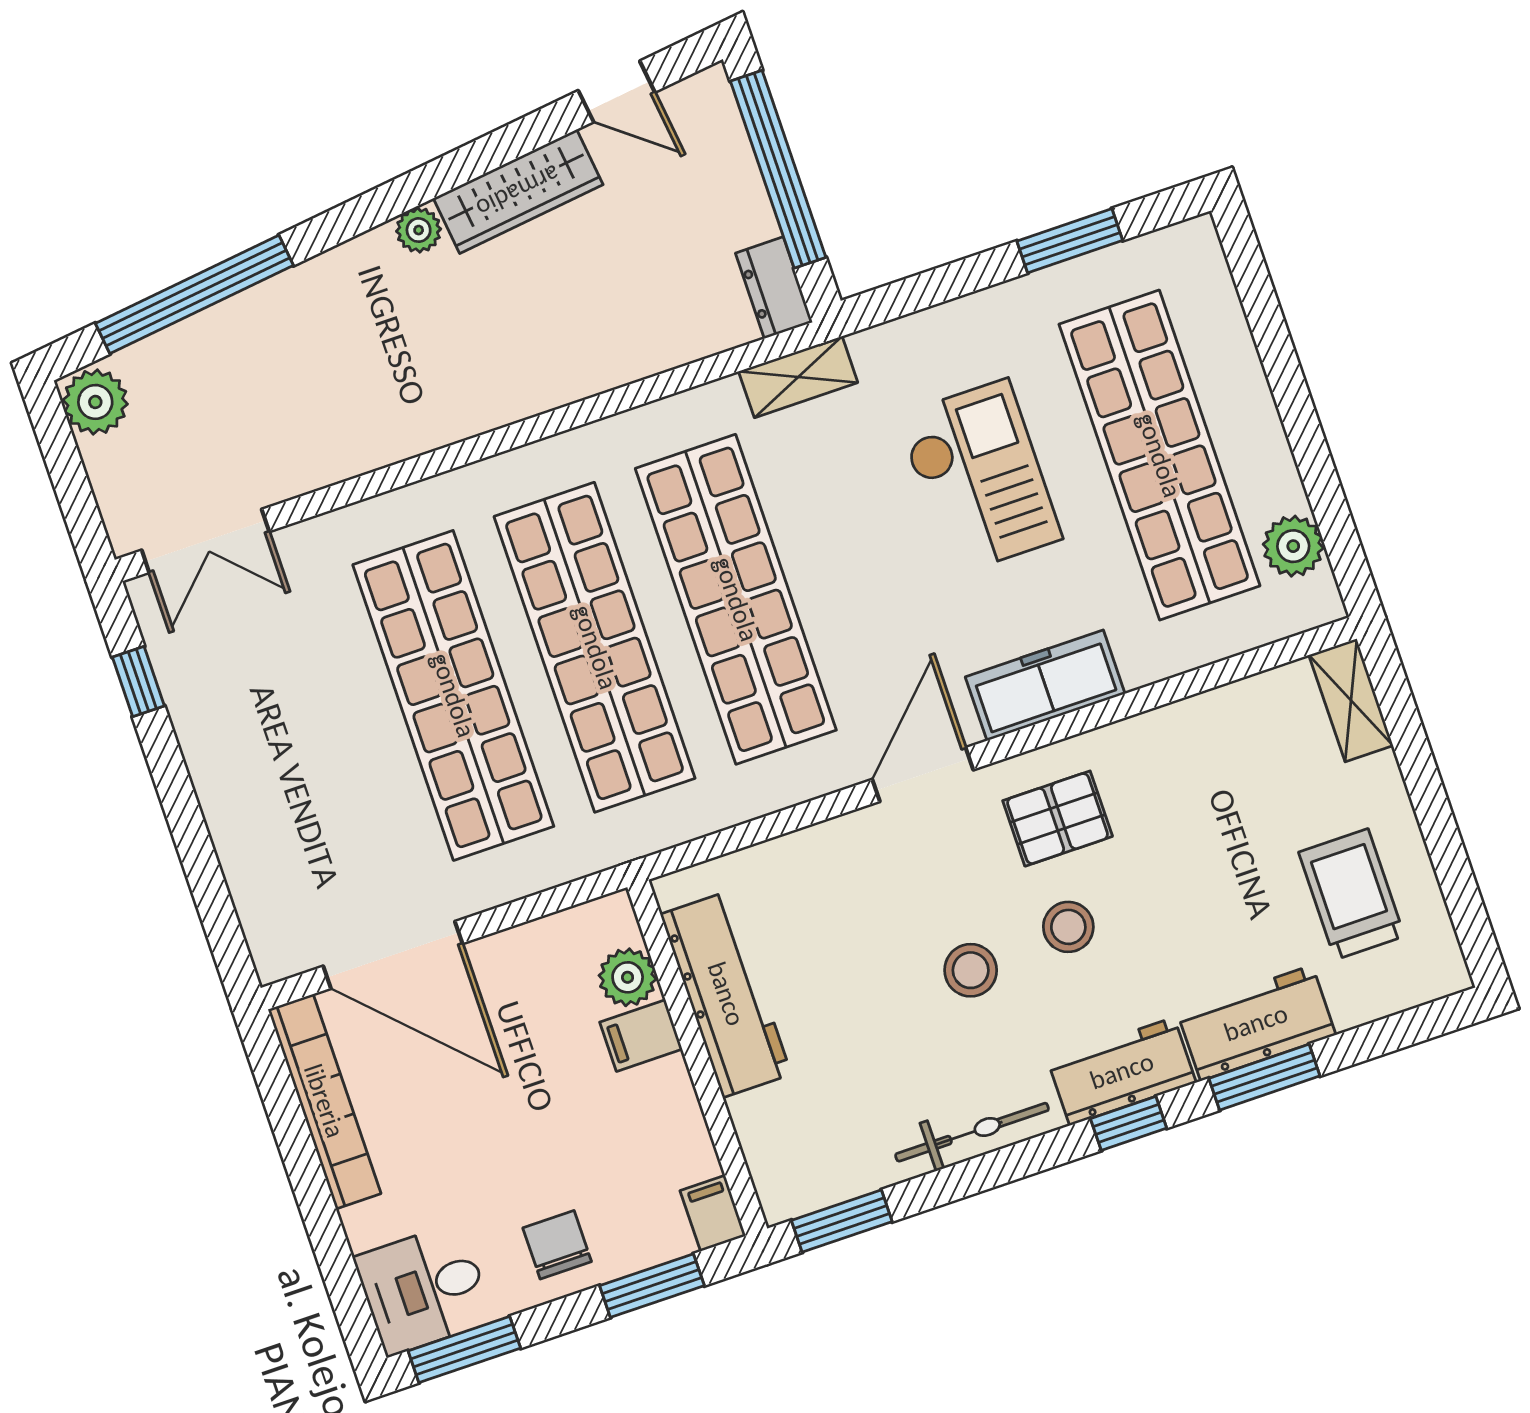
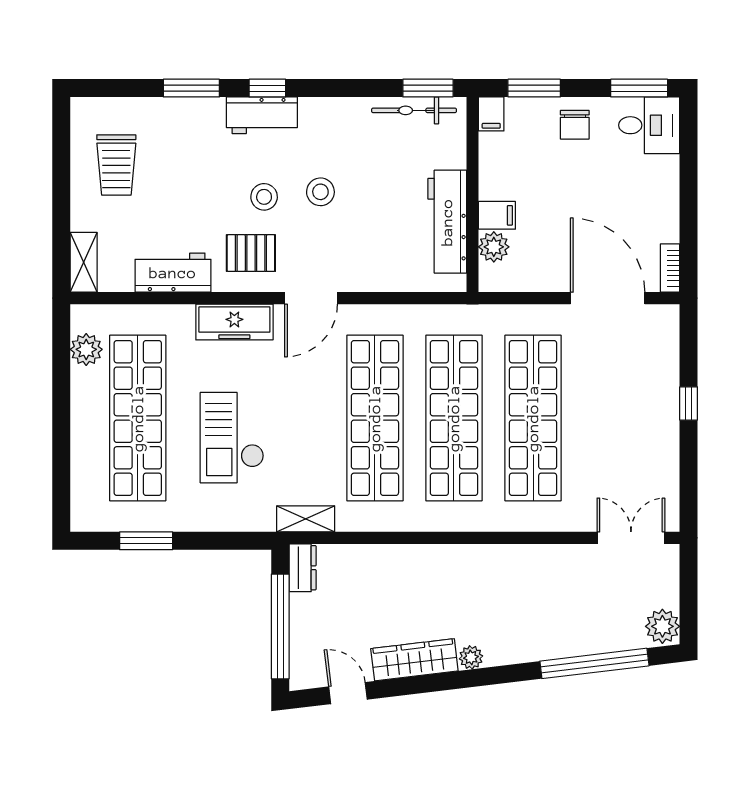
window: (138, 682) -> (689, 403), moved
workbench: (1256, 1023) -> (173, 273), moved, turned 180
bookcase: (324, 1101) -> (670, 268), width x0.43, depth x0.76
bicycle: (972, 1132) -> (414, 110), moved

